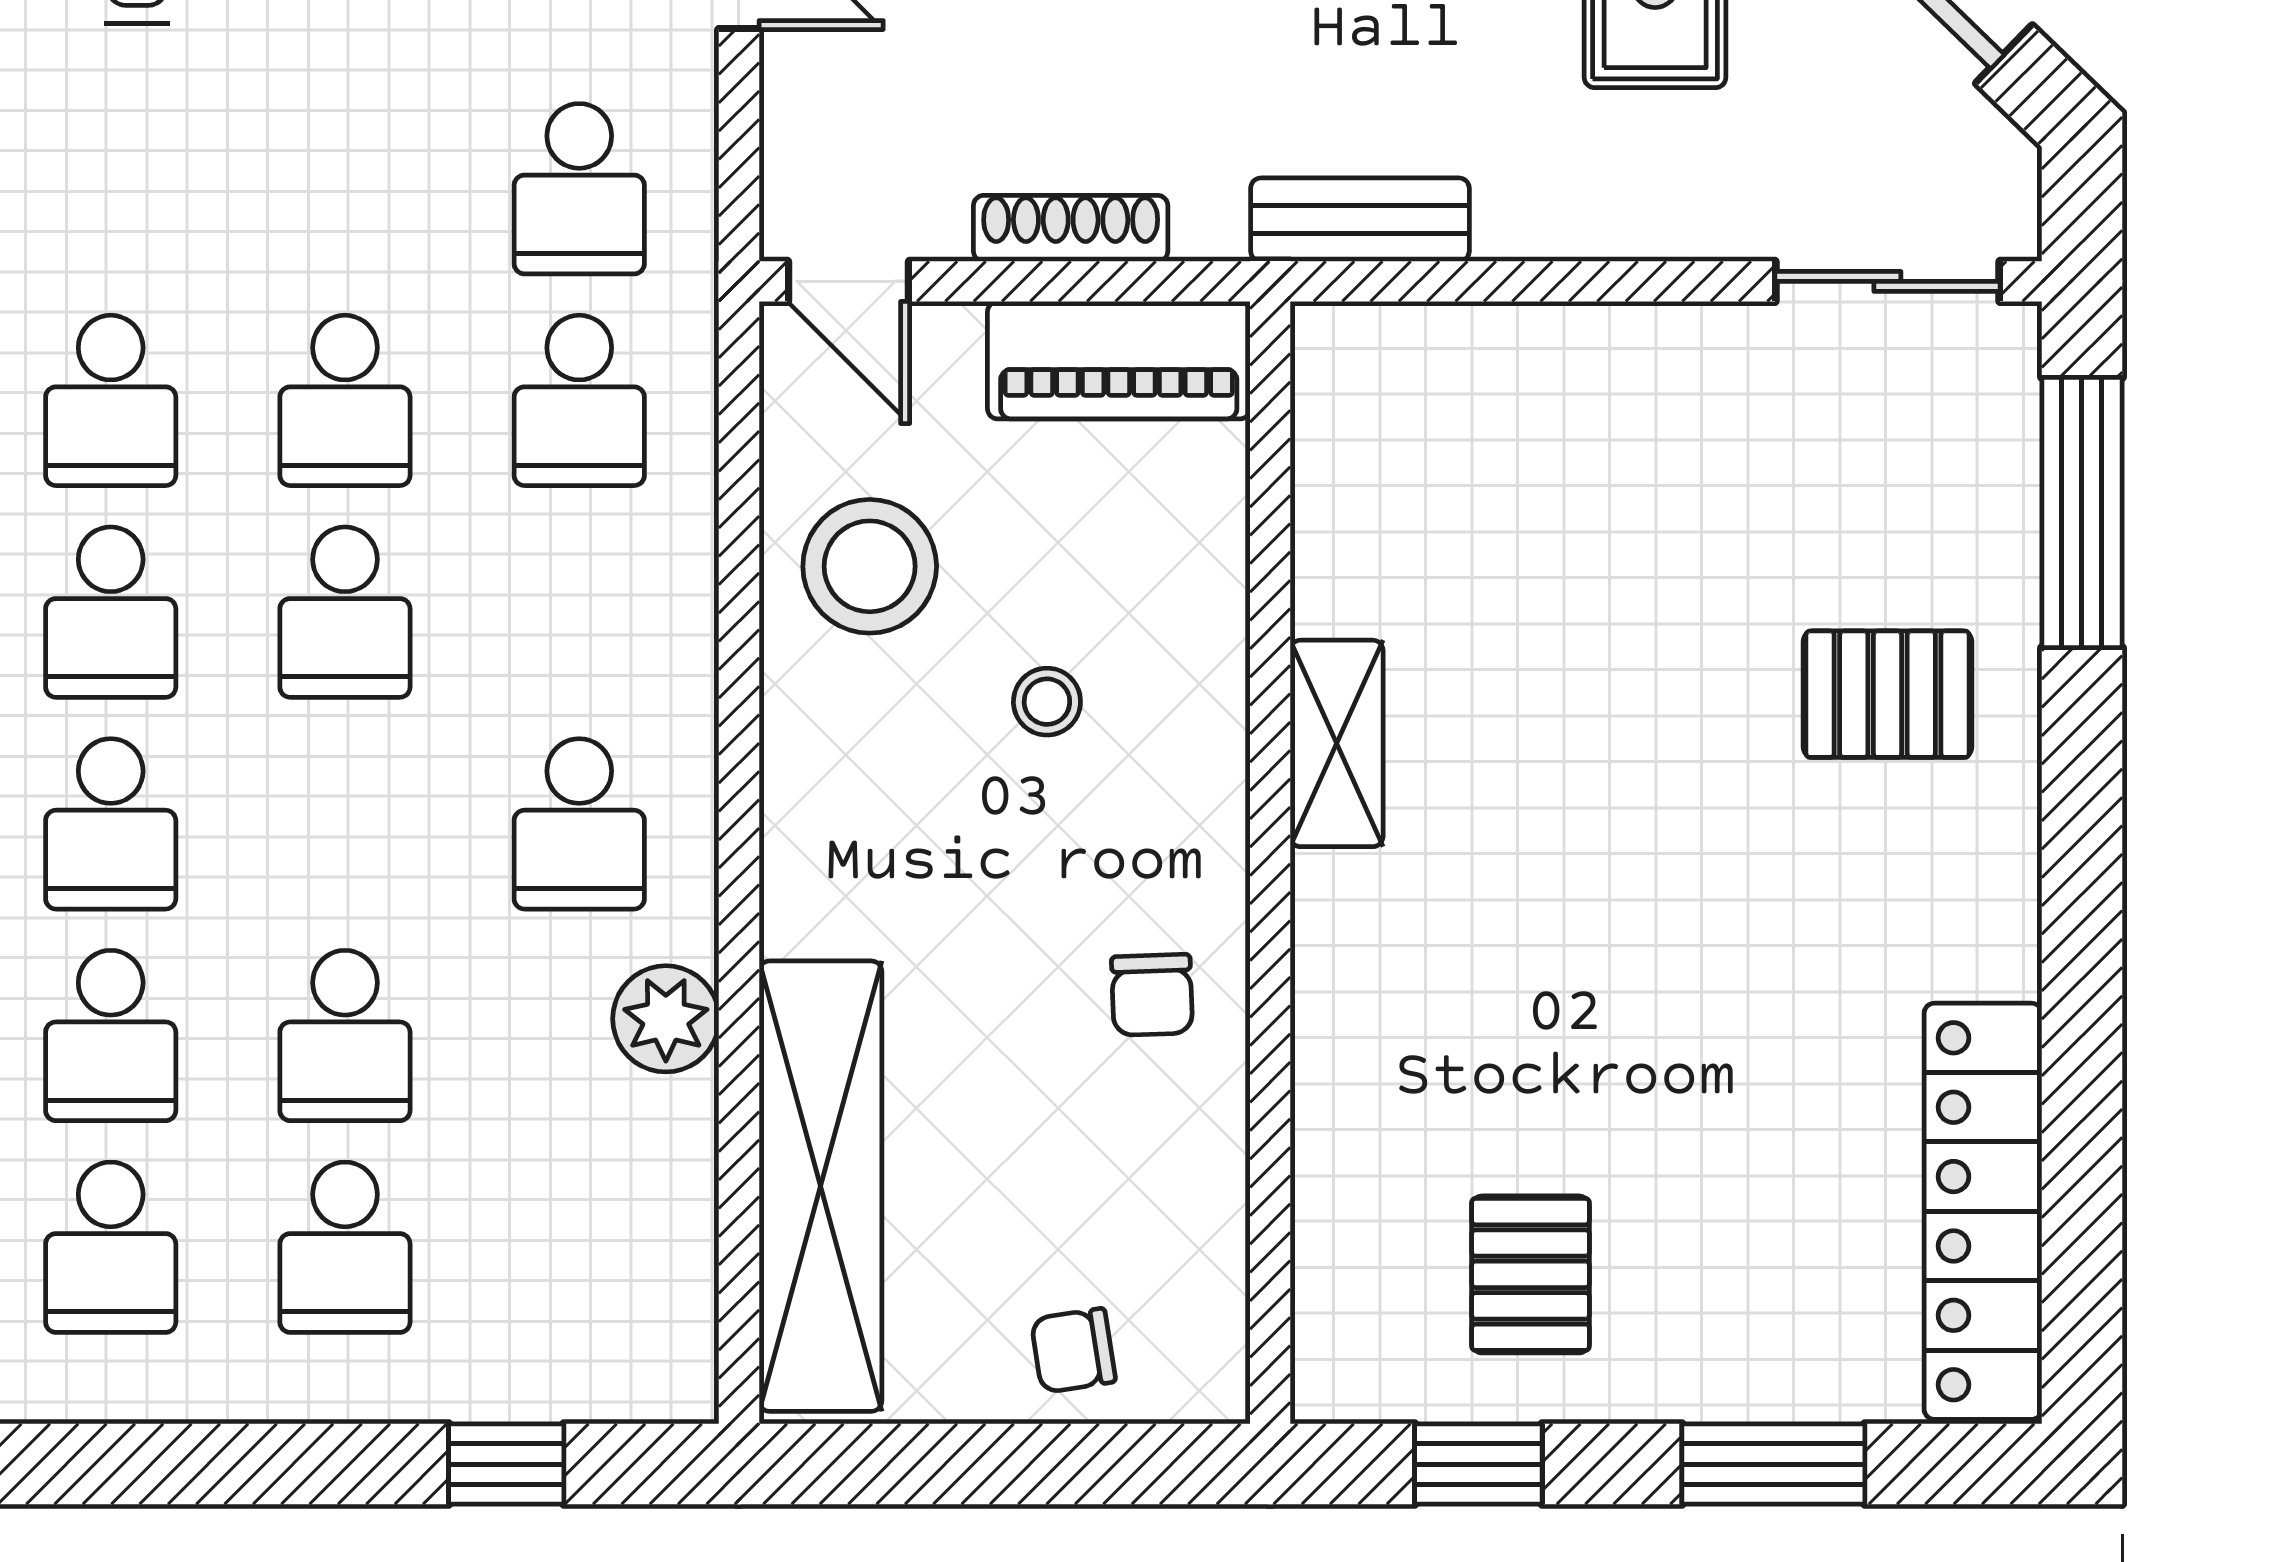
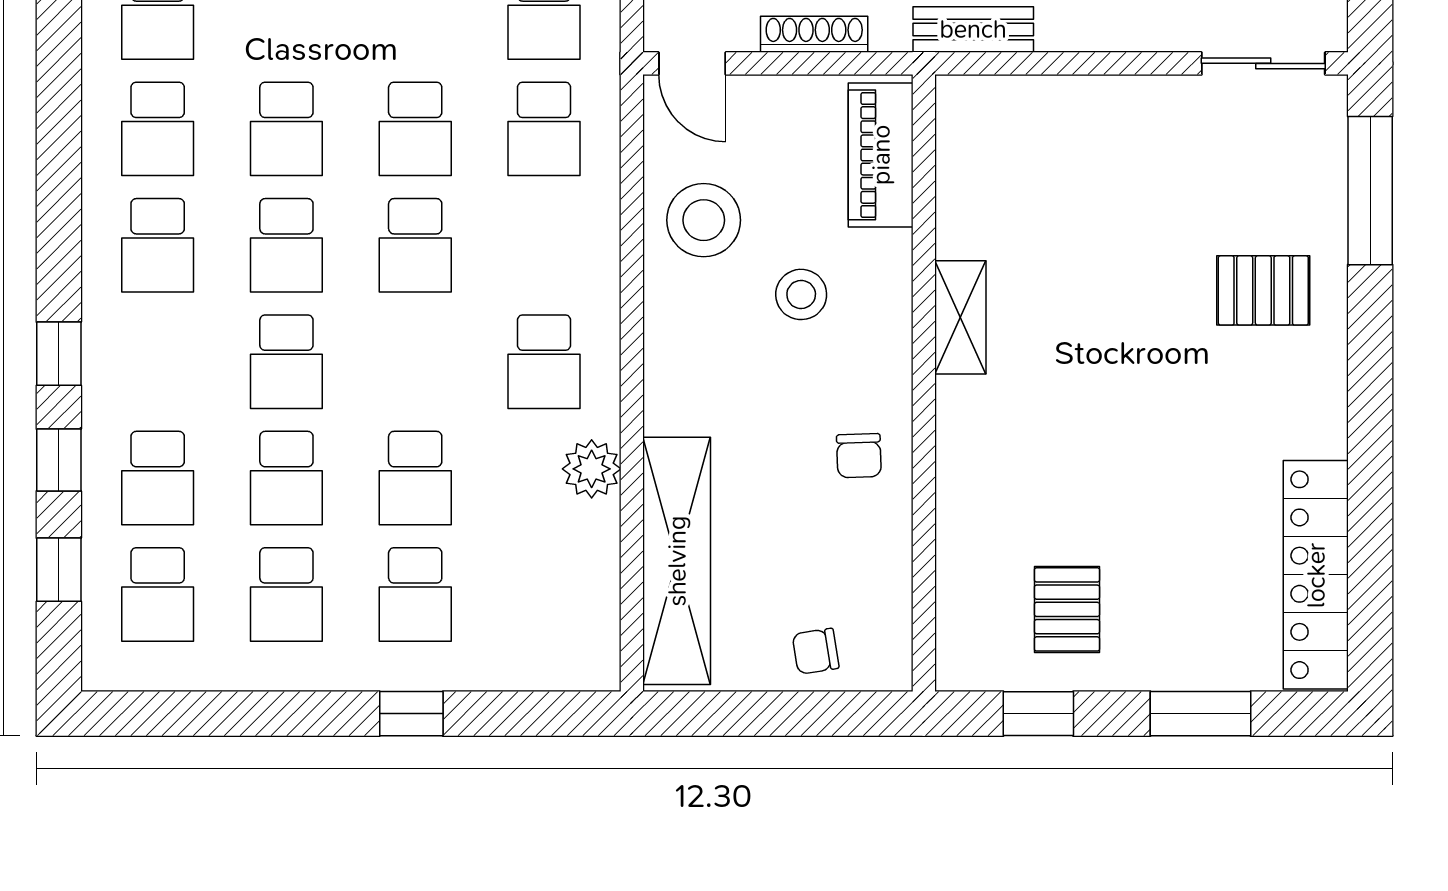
piano: (1119, 360) -> (881, 155), moved, turned 90
stool: (1047, 702) -> (801, 294), width x1.37, depth x1.37
window: (506, 1464) -> (411, 714), moved

